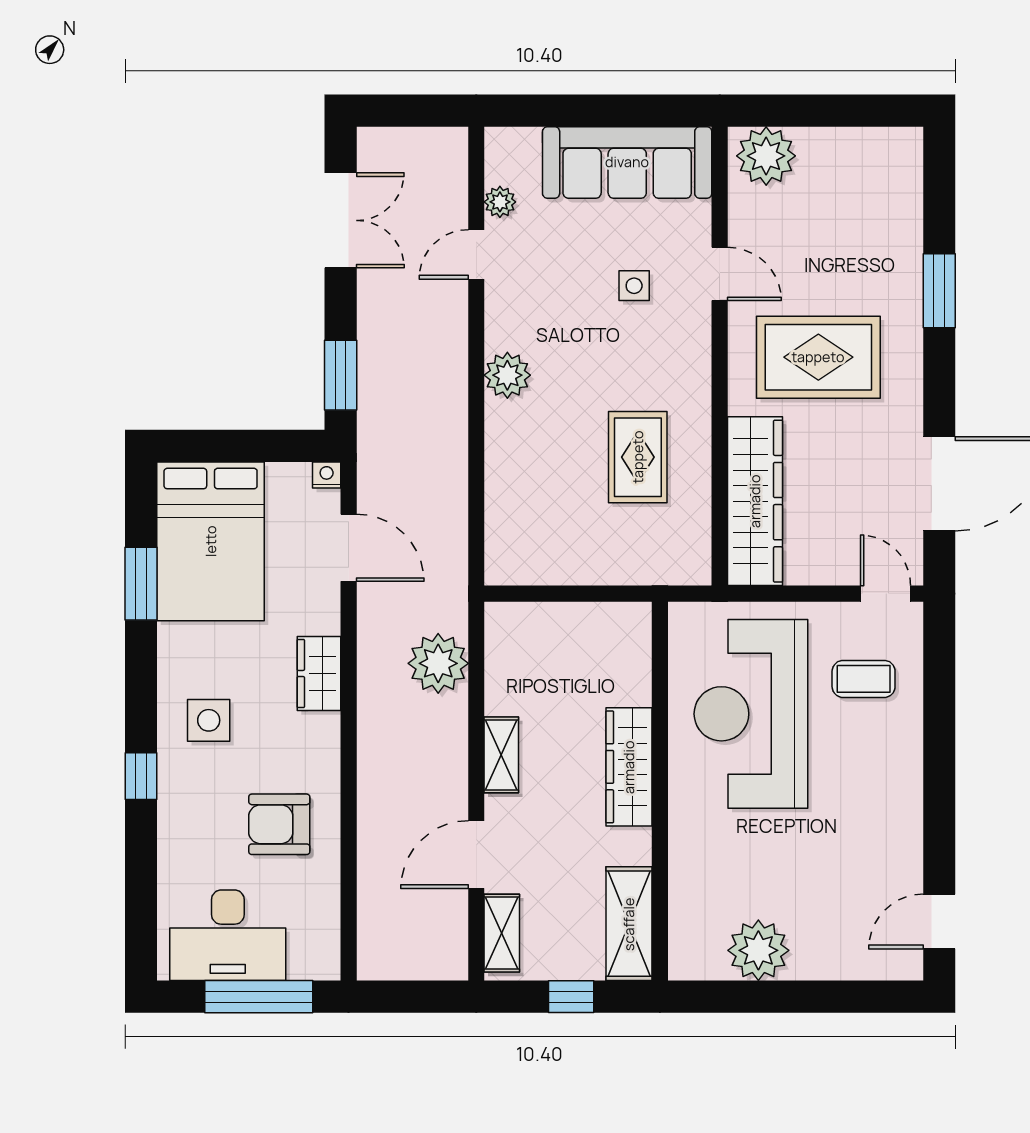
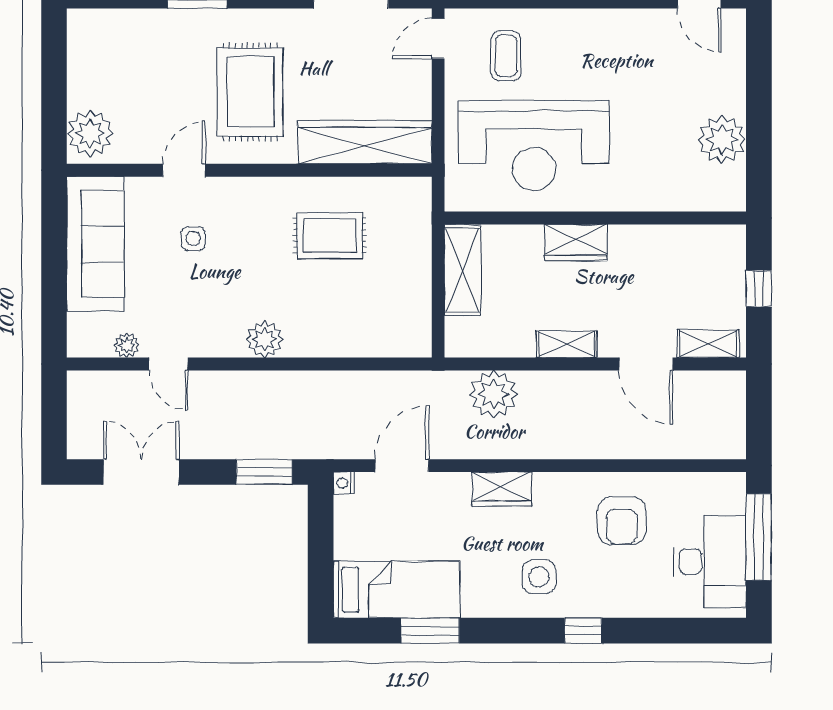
bed: (211, 541) -> (397, 590), width x0.67
wardrobe: (629, 767) -> (576, 243), width x0.67
shelving: (629, 924) -> (463, 270), moved, turned 90

